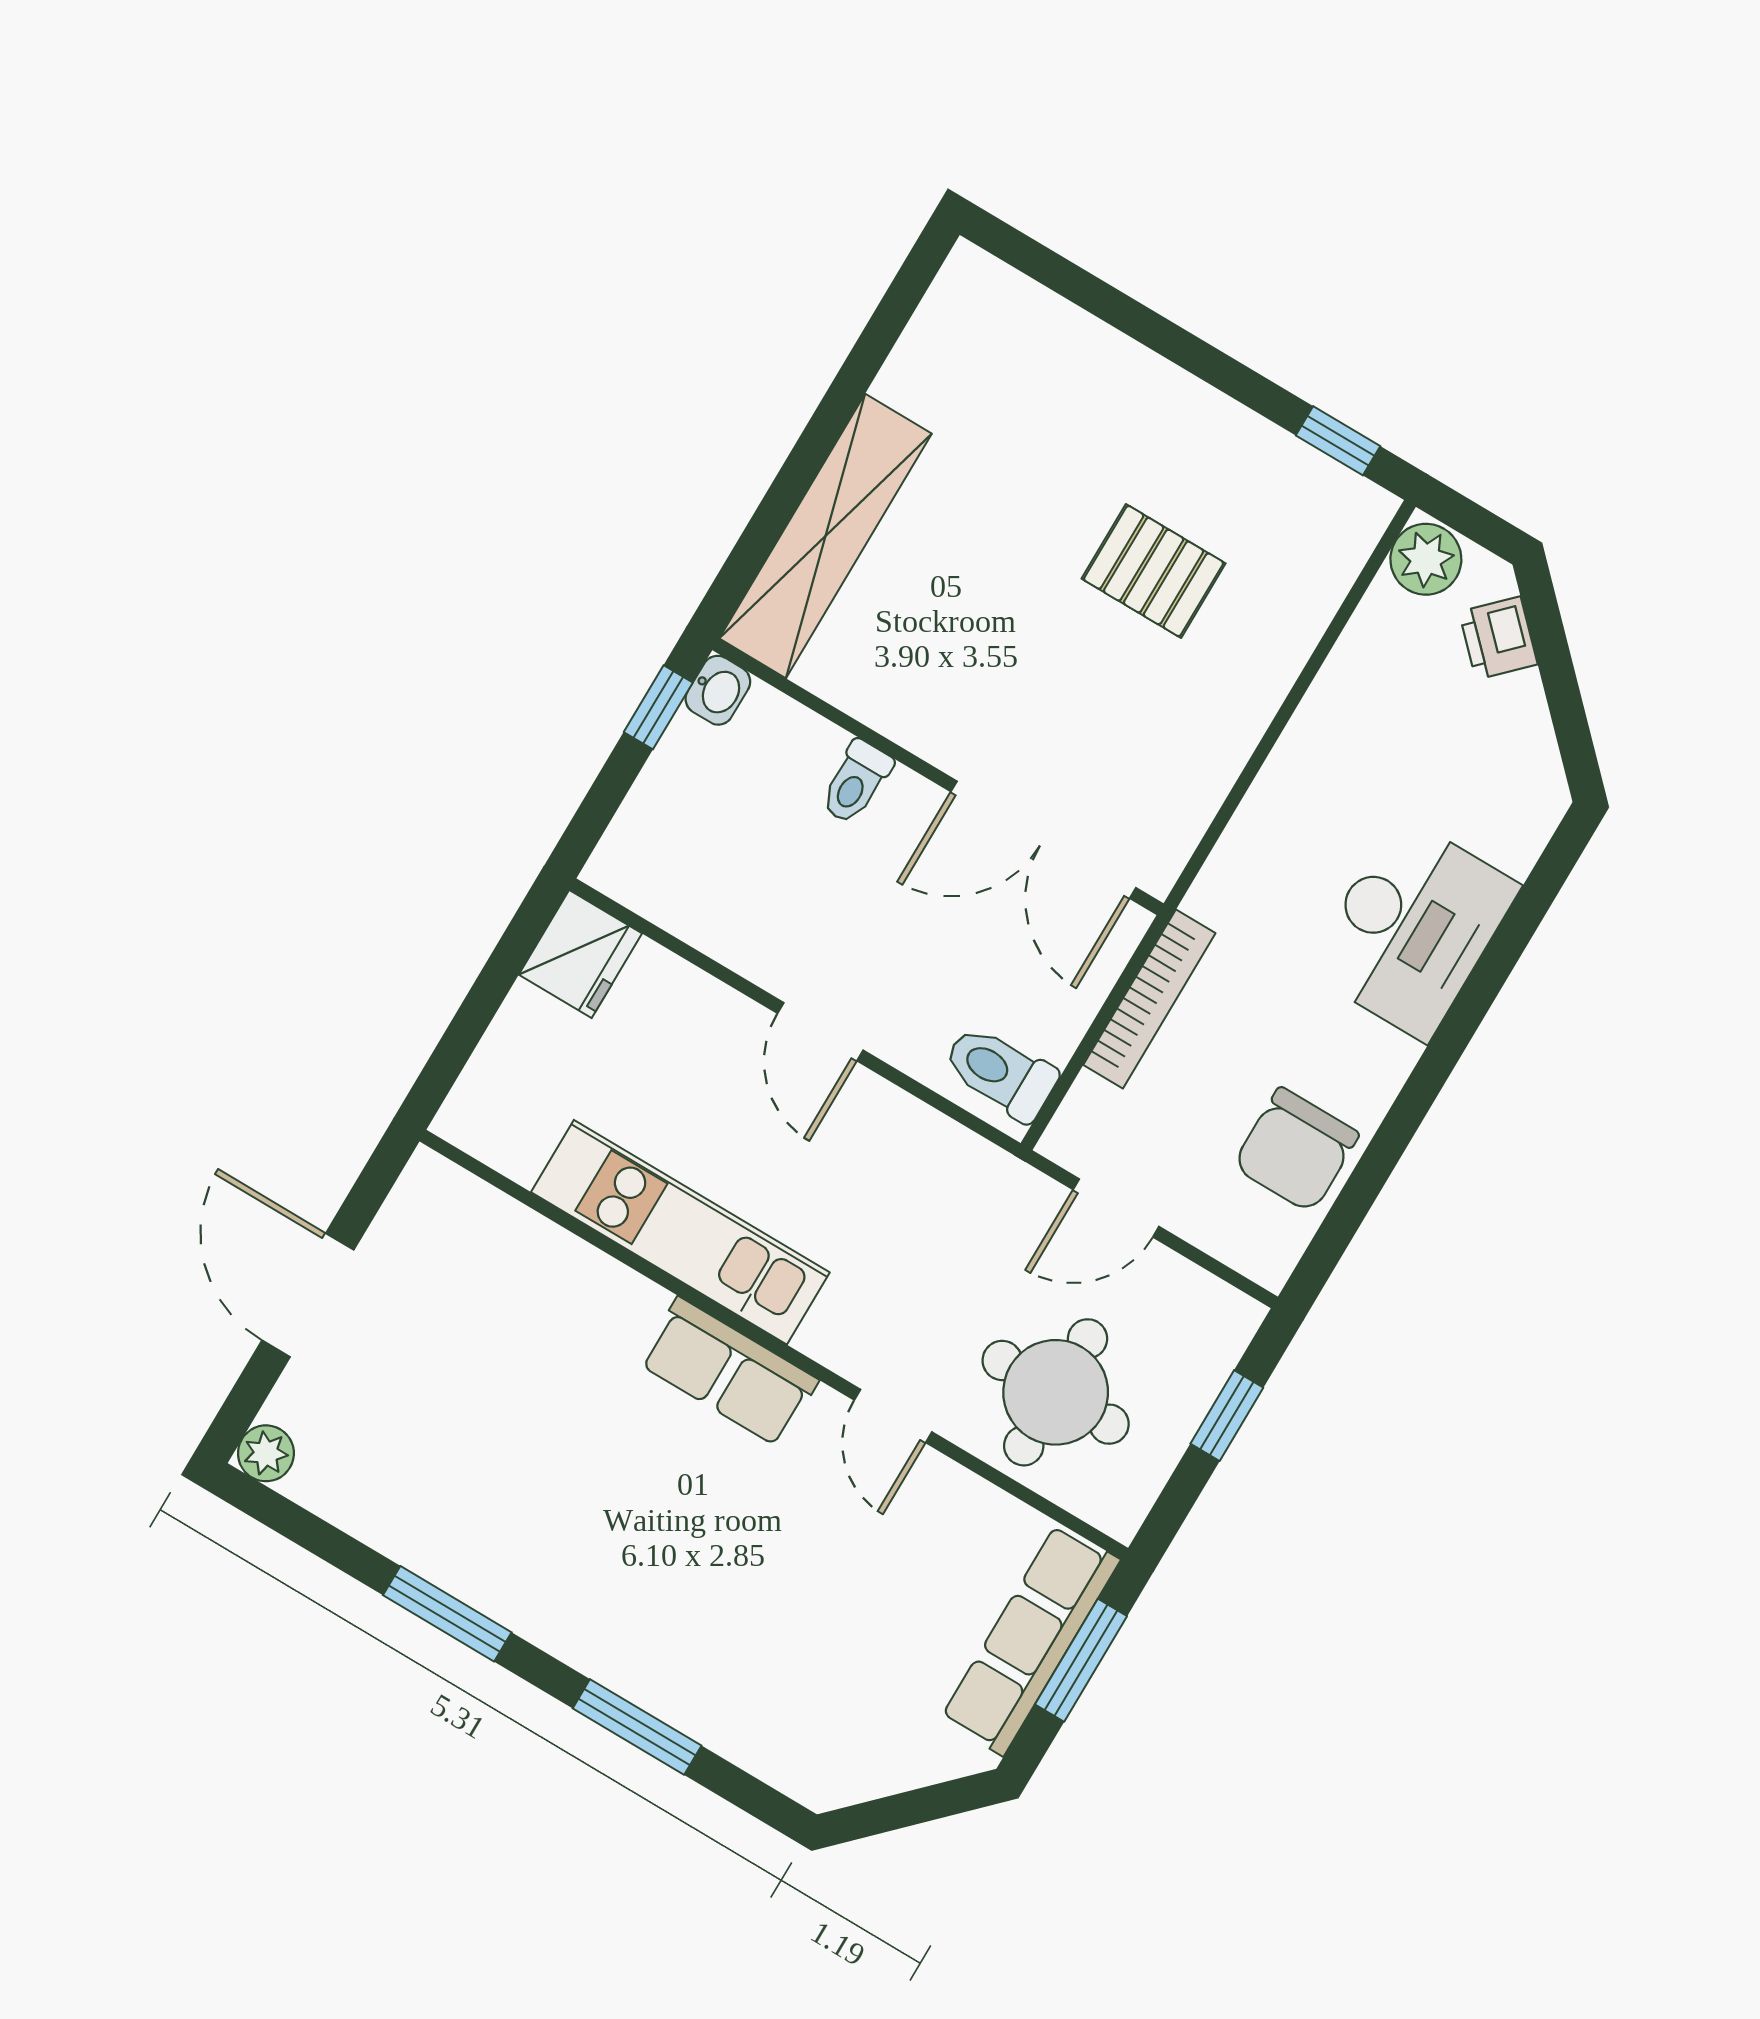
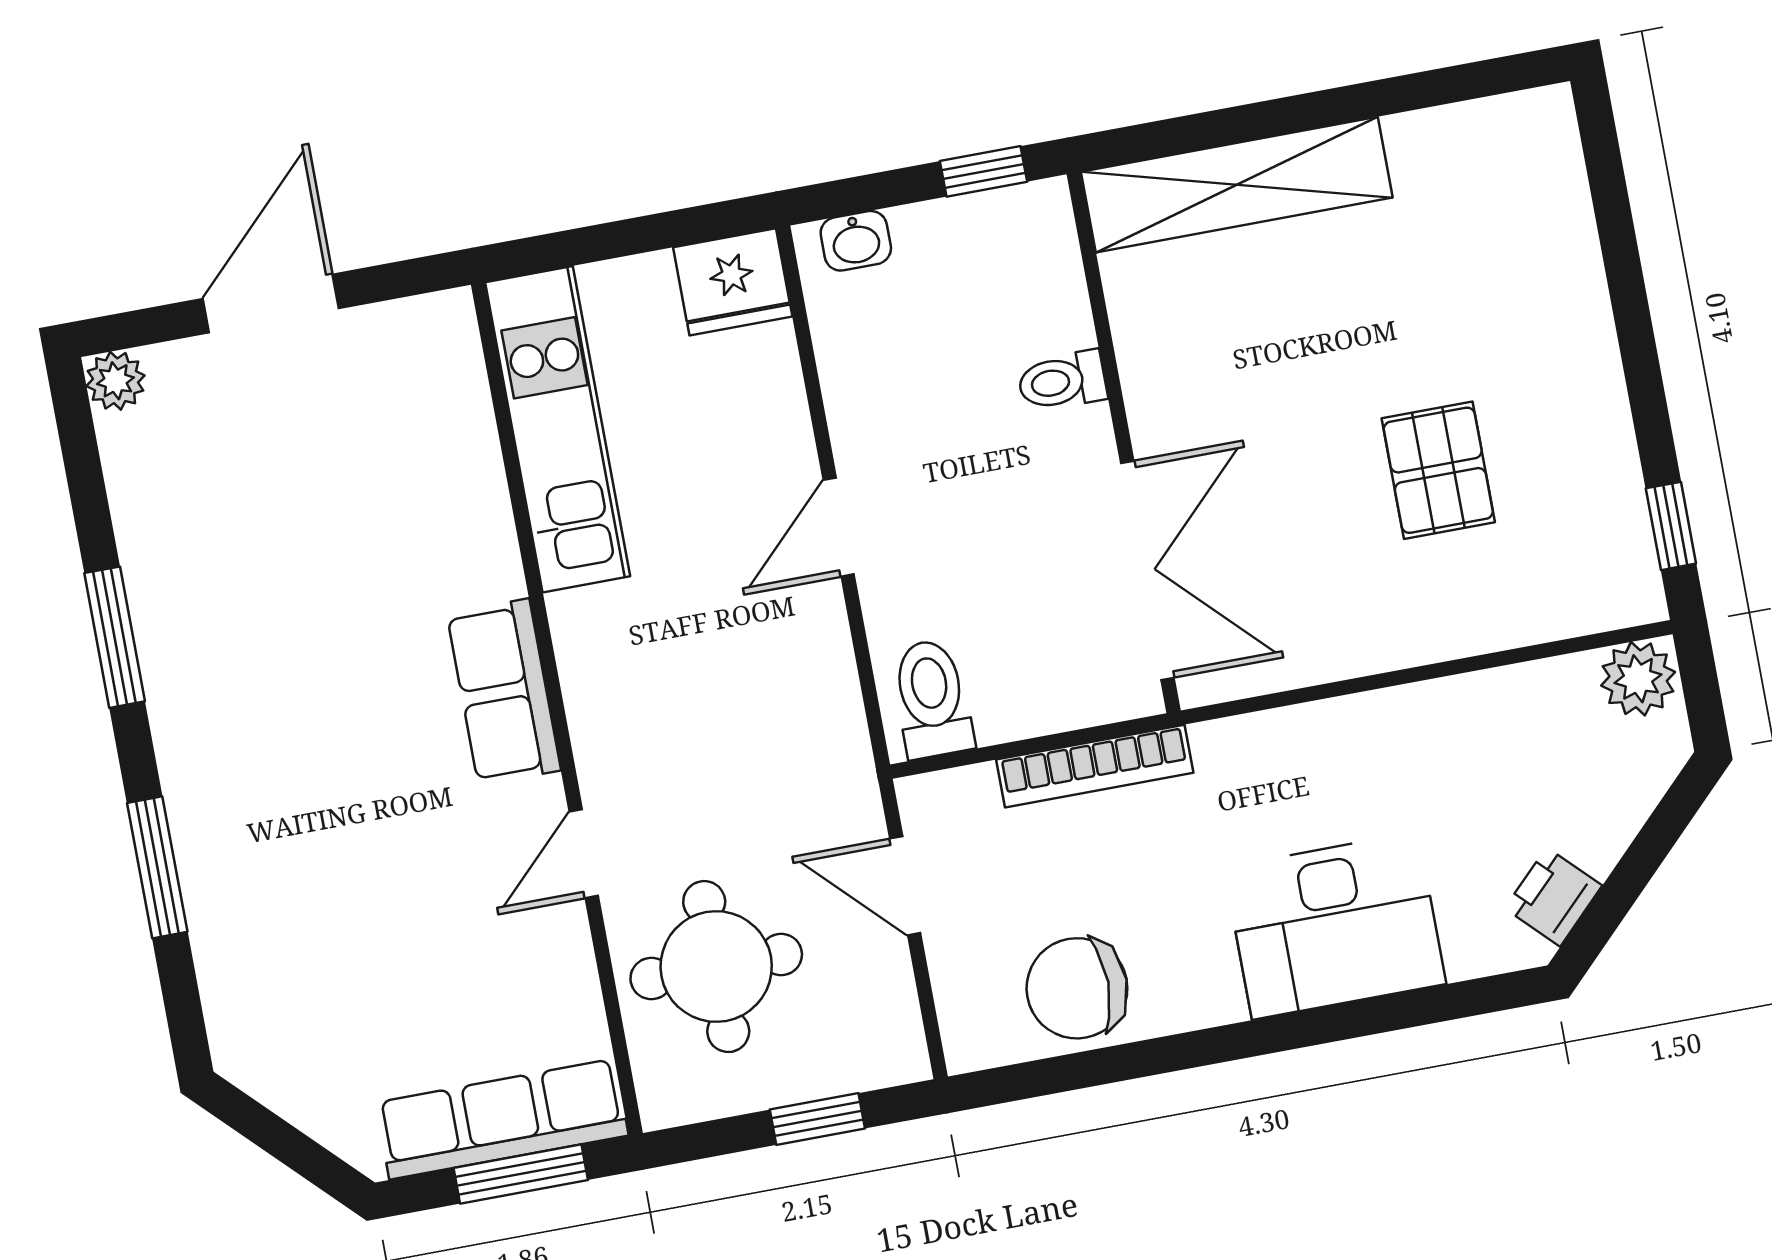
printer: (1498, 638) -> (1553, 897), moved
washbasin: (718, 690) -> (856, 241), moved
double door: (1043, 840) -> (1147, 570), swing flipped
kitchen unit: (680, 1232) -> (558, 429), moved

